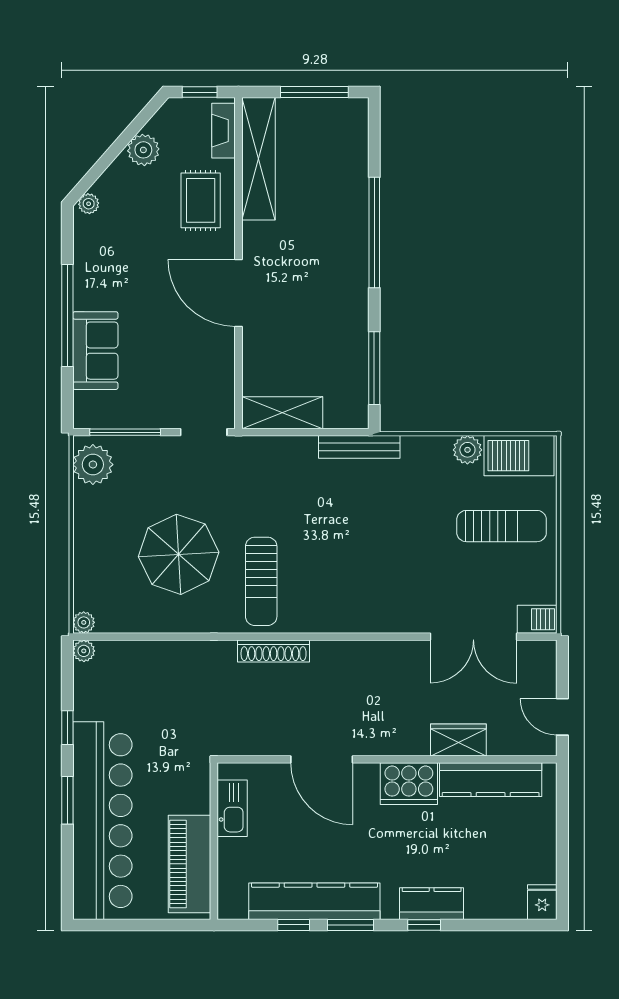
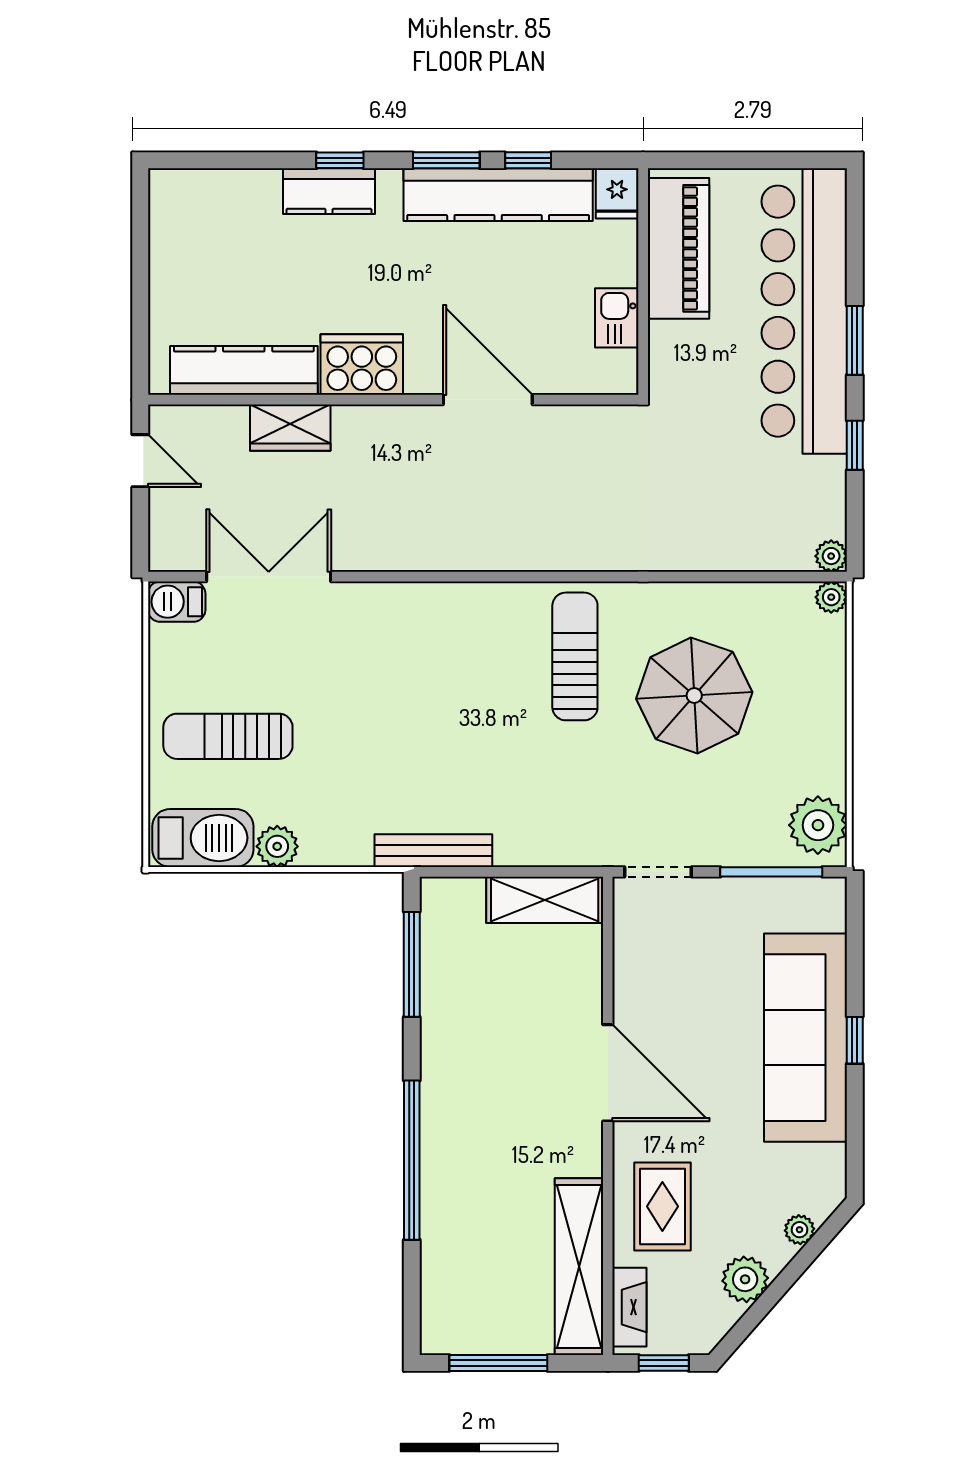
plant: (89, 204) -> (800, 1230), moved
window: (67, 316) -> (855, 1040), width x0.32
sofa: (95, 351) -> (806, 1038), width x1.85, depth x1.27
shoe rack: (274, 651) -> (557, 556), removed
kitchen sink: (232, 808) -> (617, 318), width x0.73
fridge: (542, 902) -> (617, 193), moved

